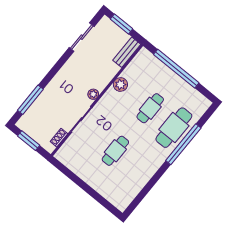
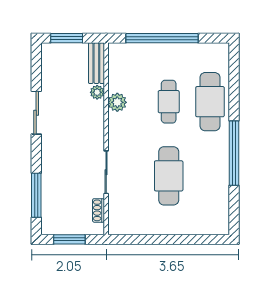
sliding door: (82, 37) -> (36, 113), moved
plant: (93, 94) -> (97, 92), moved
window: (183, 144) -> (234, 153), moved
cafe table: (115, 151) -> (169, 176), width x1.37, depth x1.35

